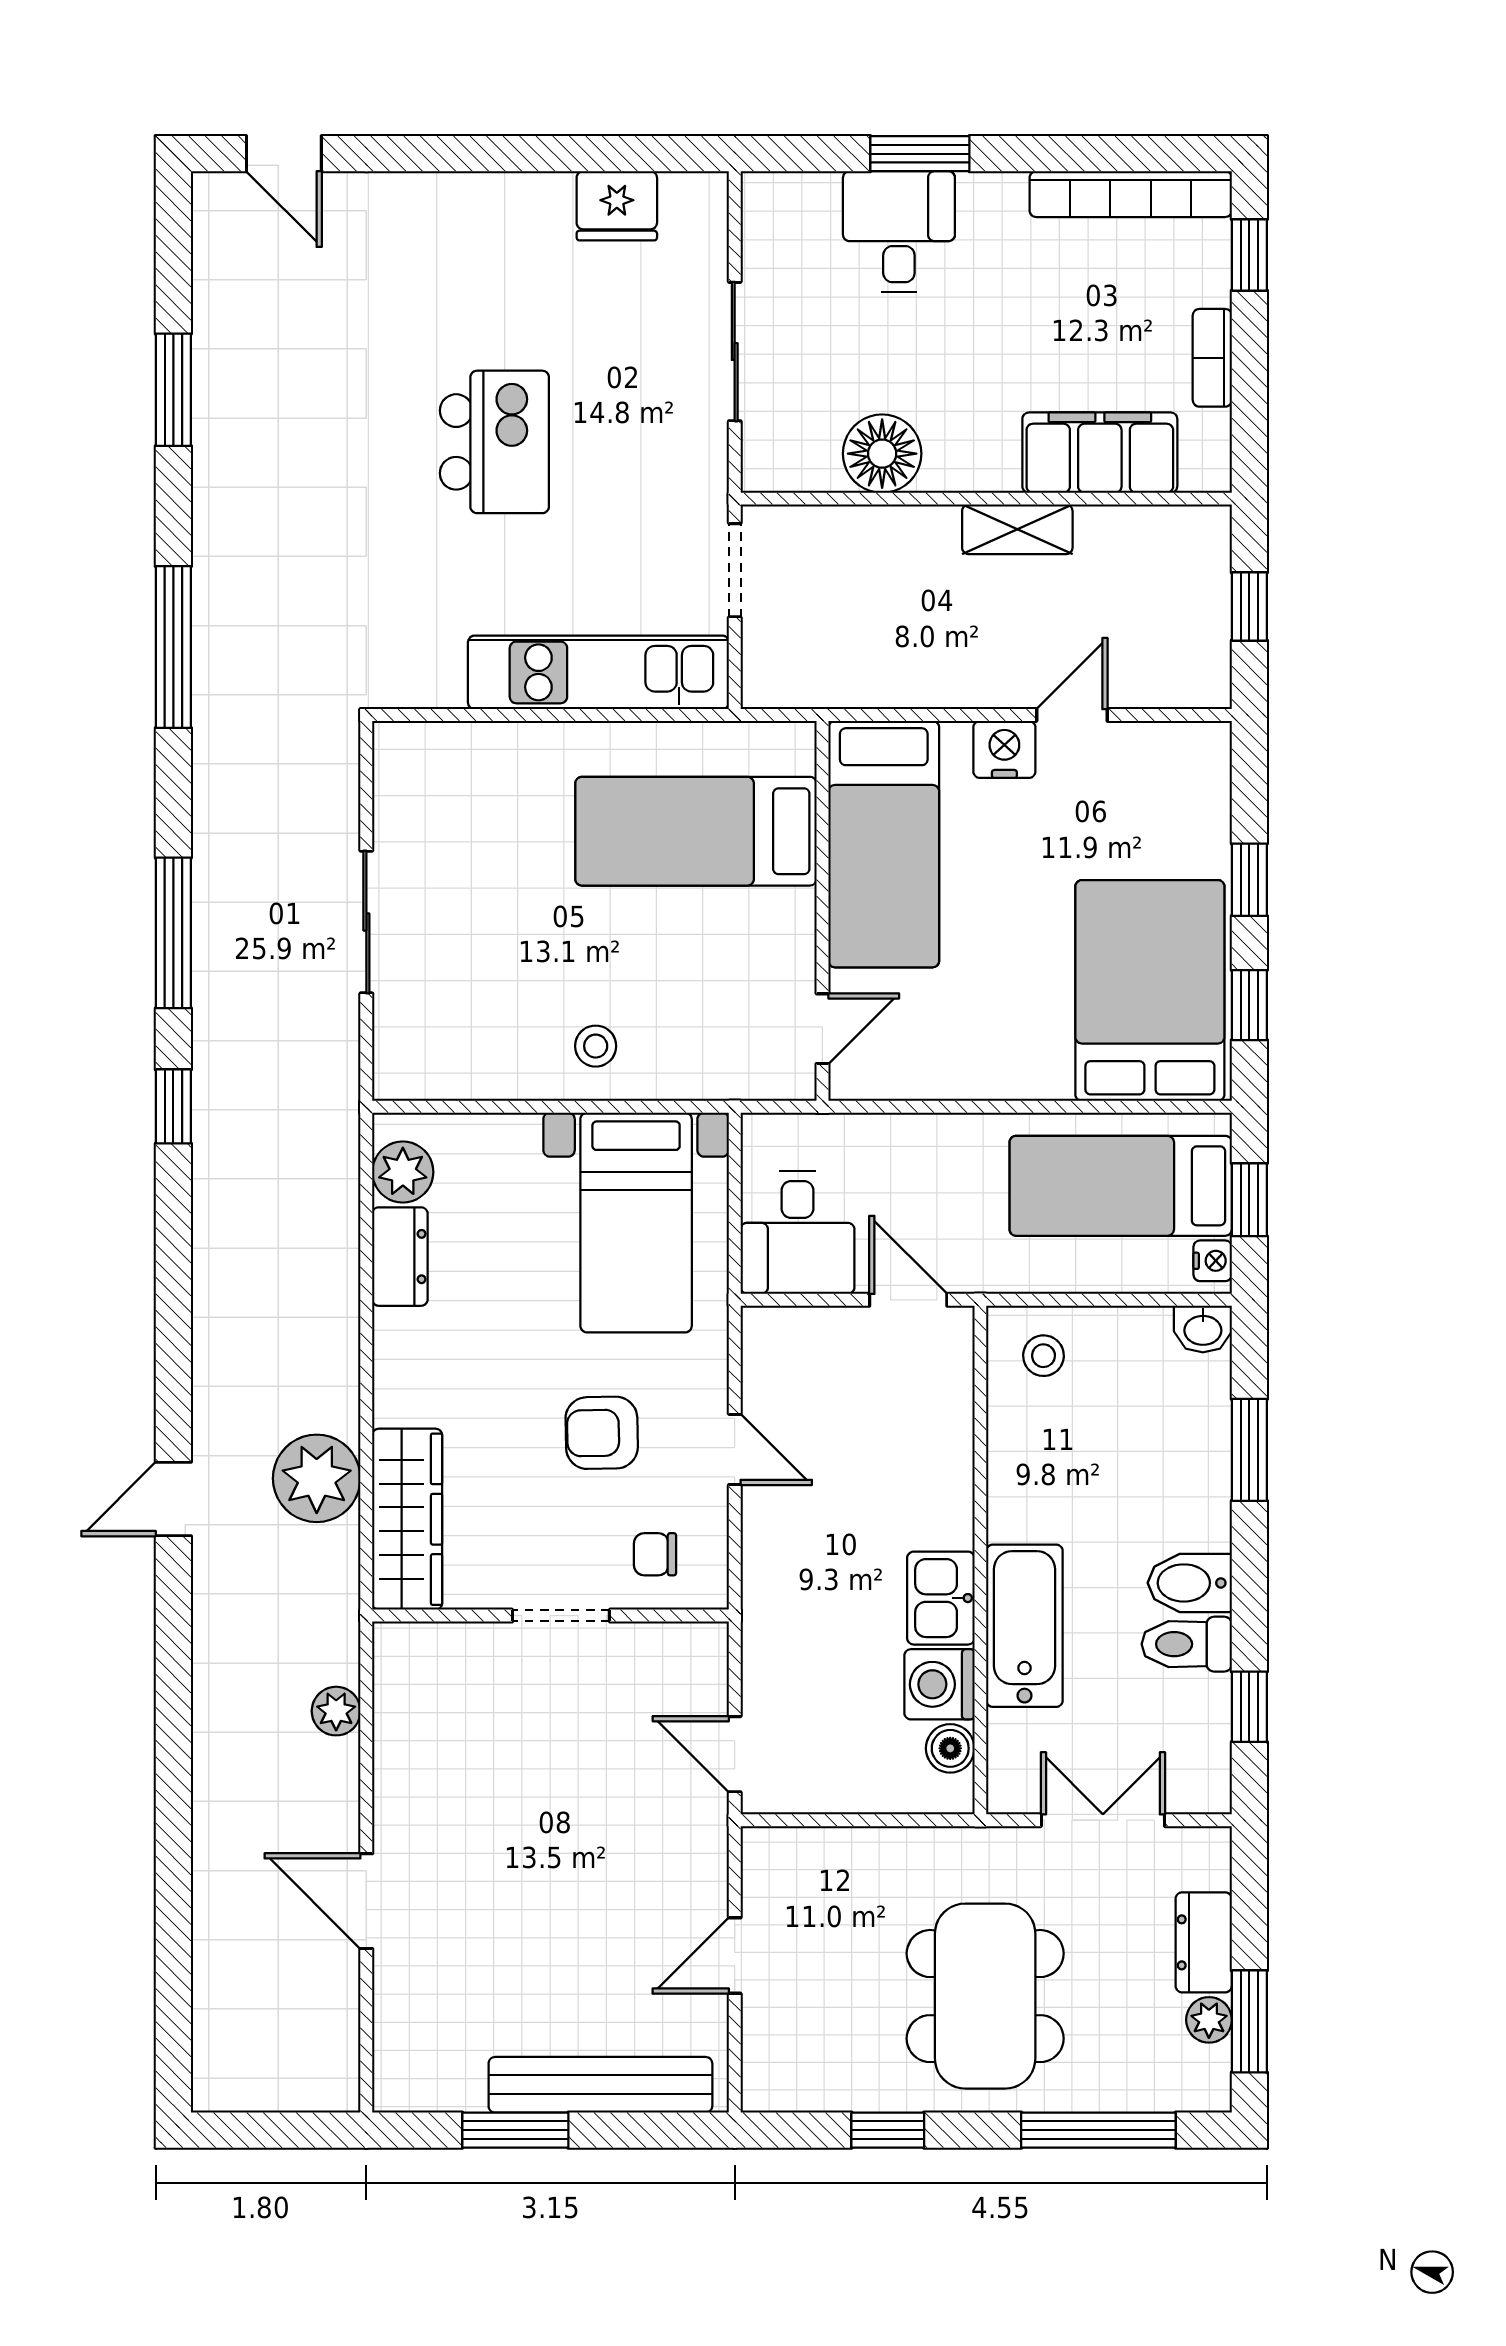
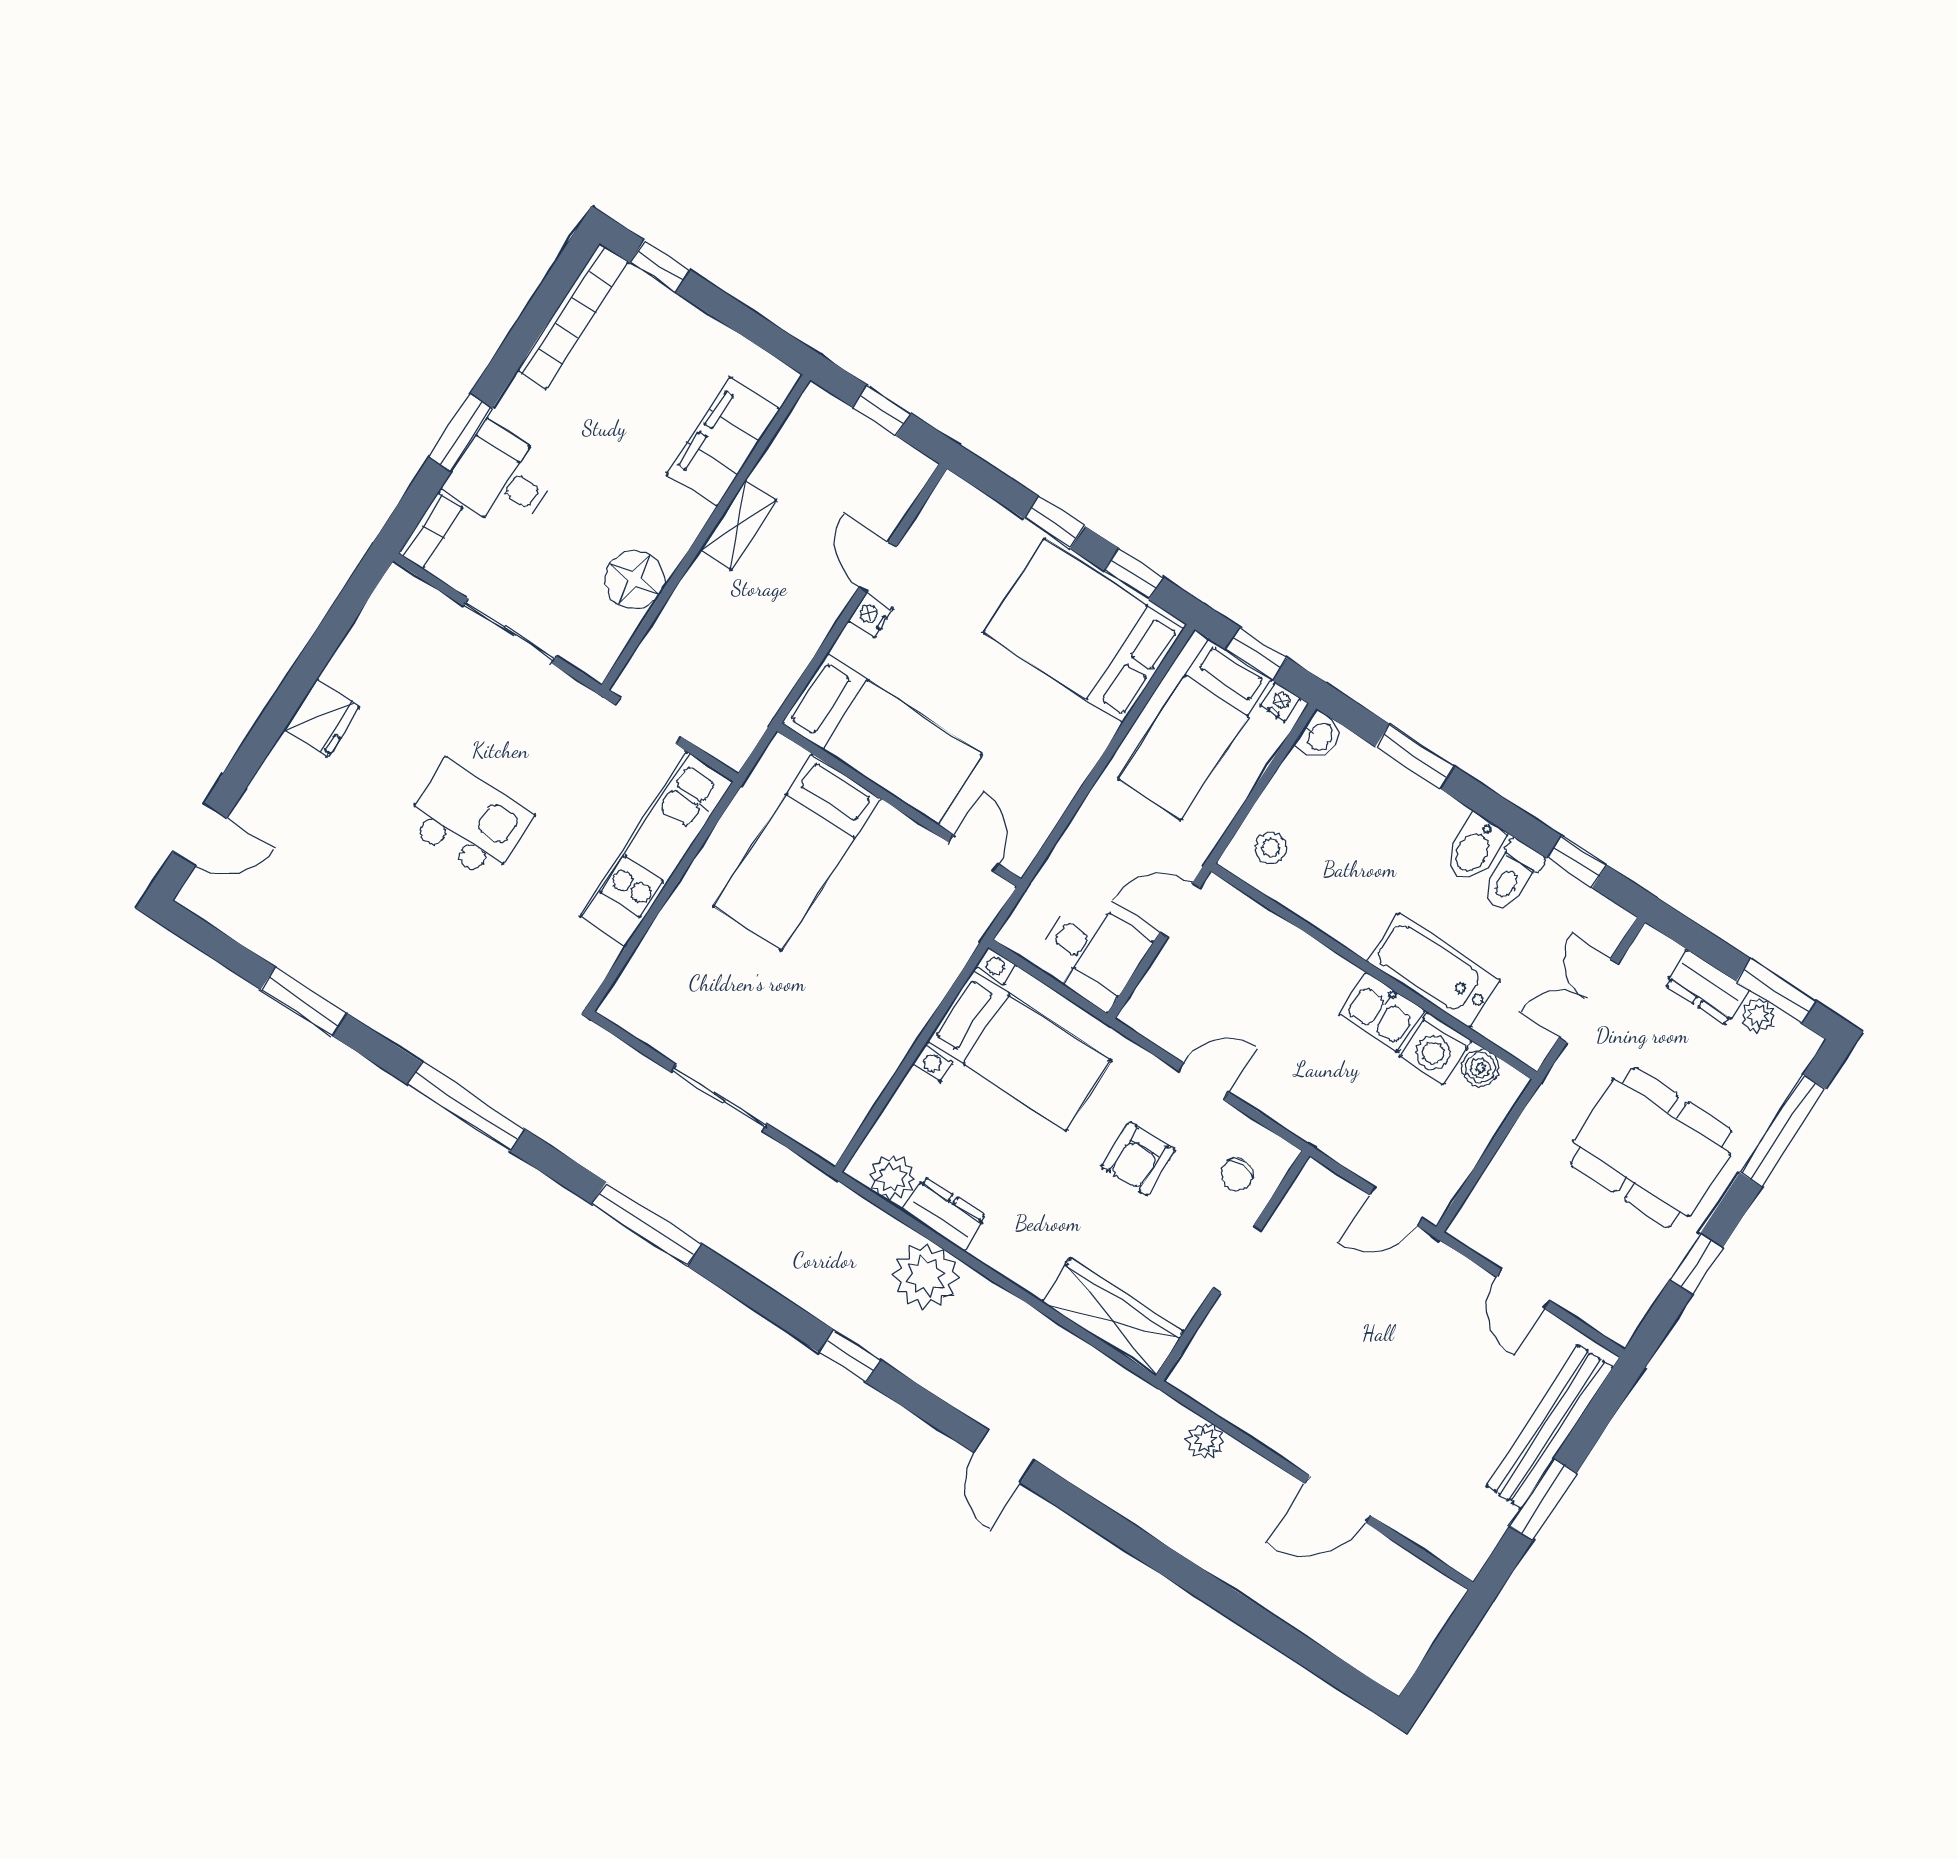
fridge: (617, 206) -> (322, 718), moved
bookcase: (1212, 358) -> (431, 530), moved, turned -90
nightstand: (1004, 749) -> (871, 615), width x0.72, depth x0.74
stool: (596, 1046) -> (891, 1004), removed
window: (173, 1106) -> (850, 1356), moved
plant: (317, 1478) -> (925, 1276), moved

